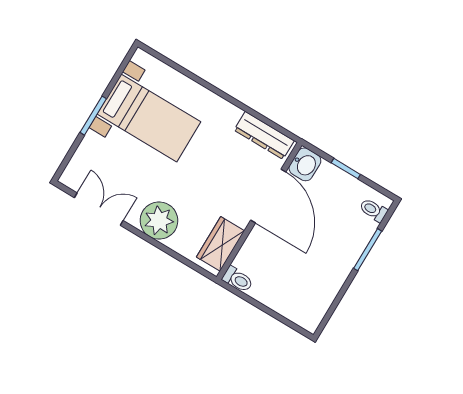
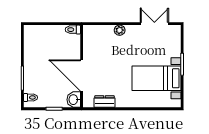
dresser: (264, 135) -> (104, 102), width x0.70
double door: (99, 209) -> (154, 24), swing flipped
plant: (159, 221) -> (120, 30), width x0.53, depth x0.53
wardrobe: (220, 244) -> (90, 41), removed

